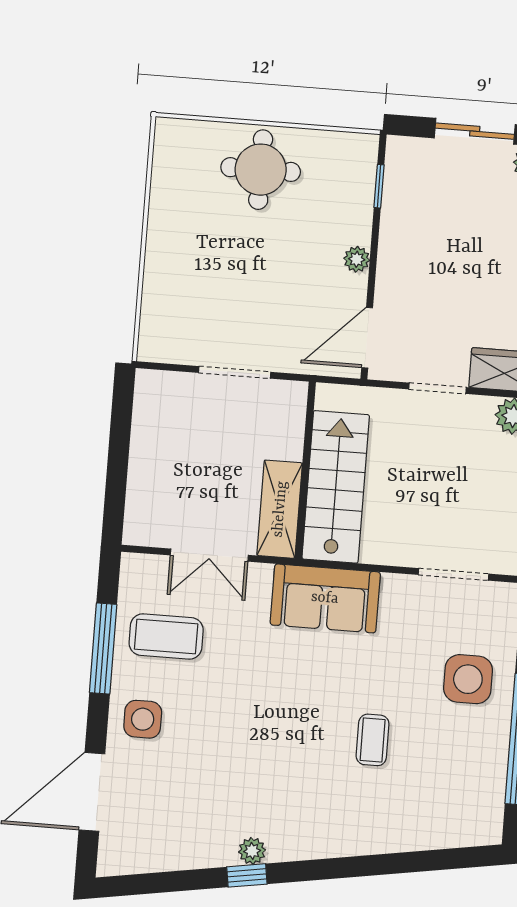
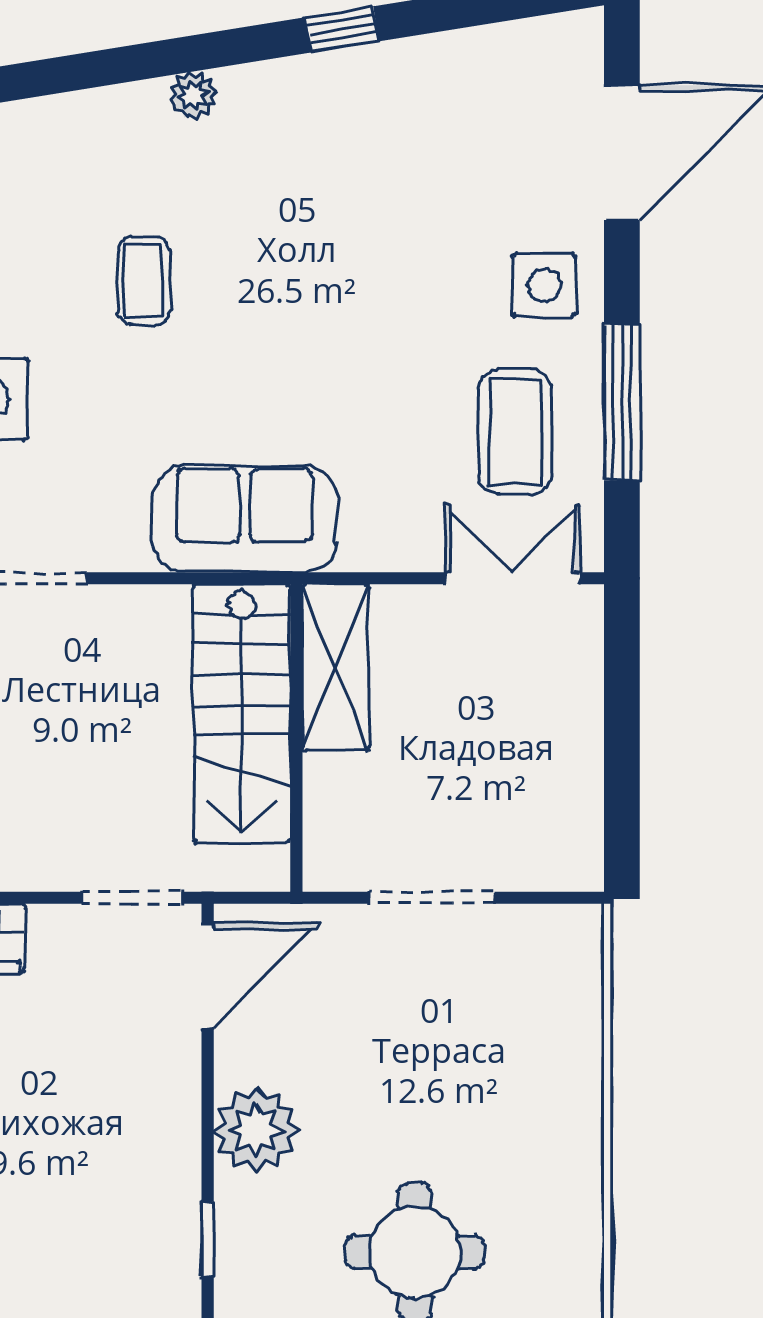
plant: (357, 259) -> (256, 1130), width x1.88, depth x1.88
doorway: (437, 388) -> (132, 898), moved
double door: (209, 555) -> (512, 578), moved
coffee table: (166, 637) -> (515, 432), turned 90
plant: (252, 851) -> (193, 95), moved

